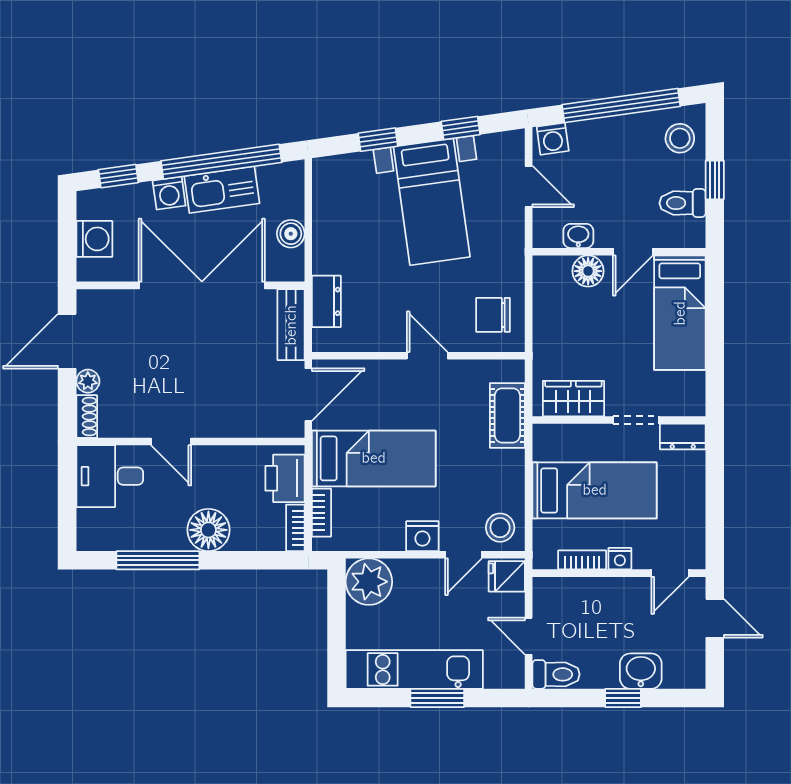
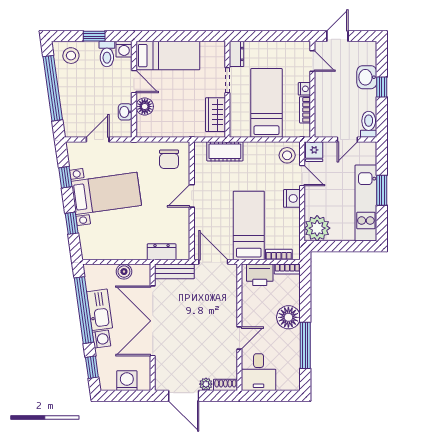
washing machine: (553, 139) -> (124, 49), moved, turned 98

